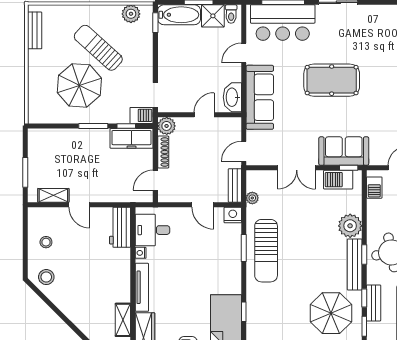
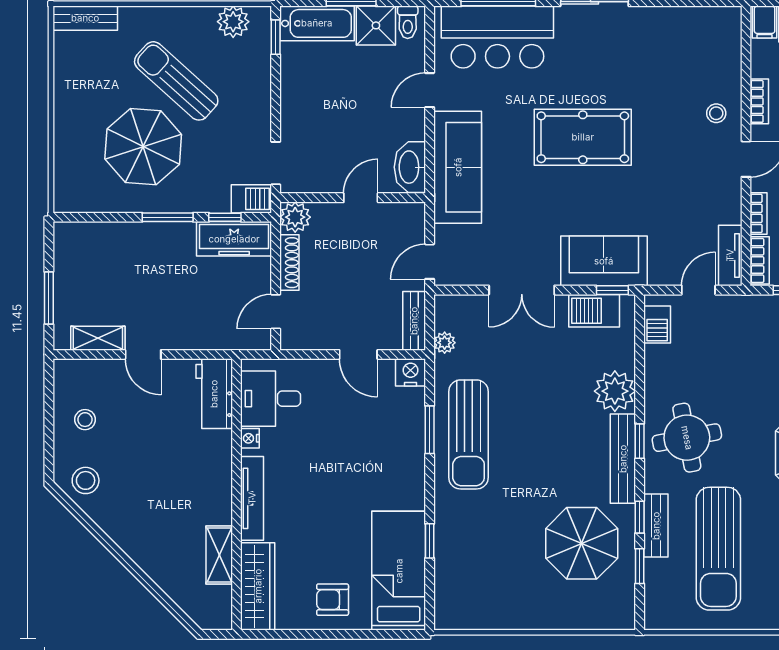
bench: (35, 30) -> (85, 18), moved, turned 90

